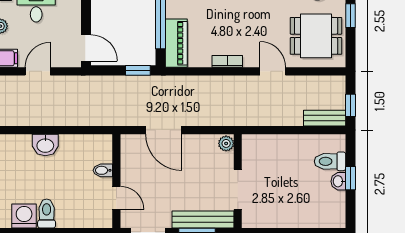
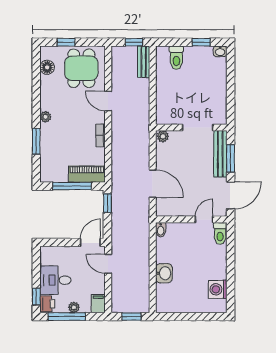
door: (38, 71) -> (108, 264), moved
door: (273, 71) -> (108, 101), hinge flipped
door: (164, 130) -> (153, 184), hinge flipped
bidet: (103, 170) -> (161, 230), moved
window: (350, 178) -> (201, 42), moved
washbasin: (338, 181) -> (220, 51), moved
toilet: (47, 213) -> (220, 233), moved, turned -90

